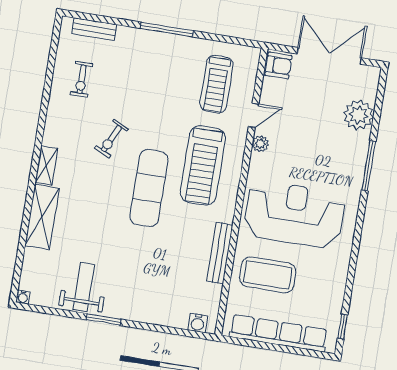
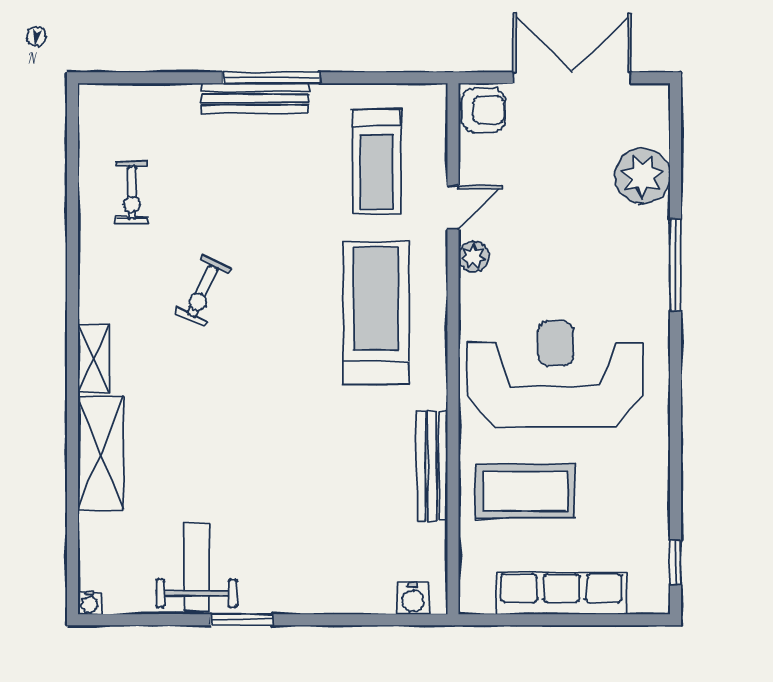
bench: (94, 29) -> (255, 98), moved, width x1.36
treadmill: (203, 165) -> (376, 313), turned 180
exercise mat: (149, 188) -> (285, 369), removed
row of seats: (278, 333) -> (561, 593), width x0.73

